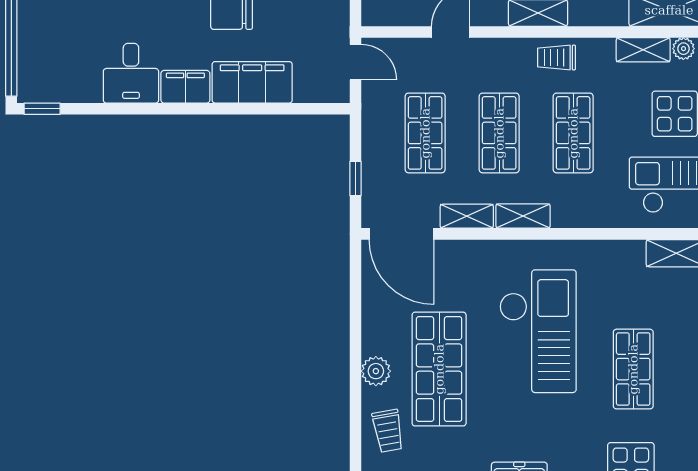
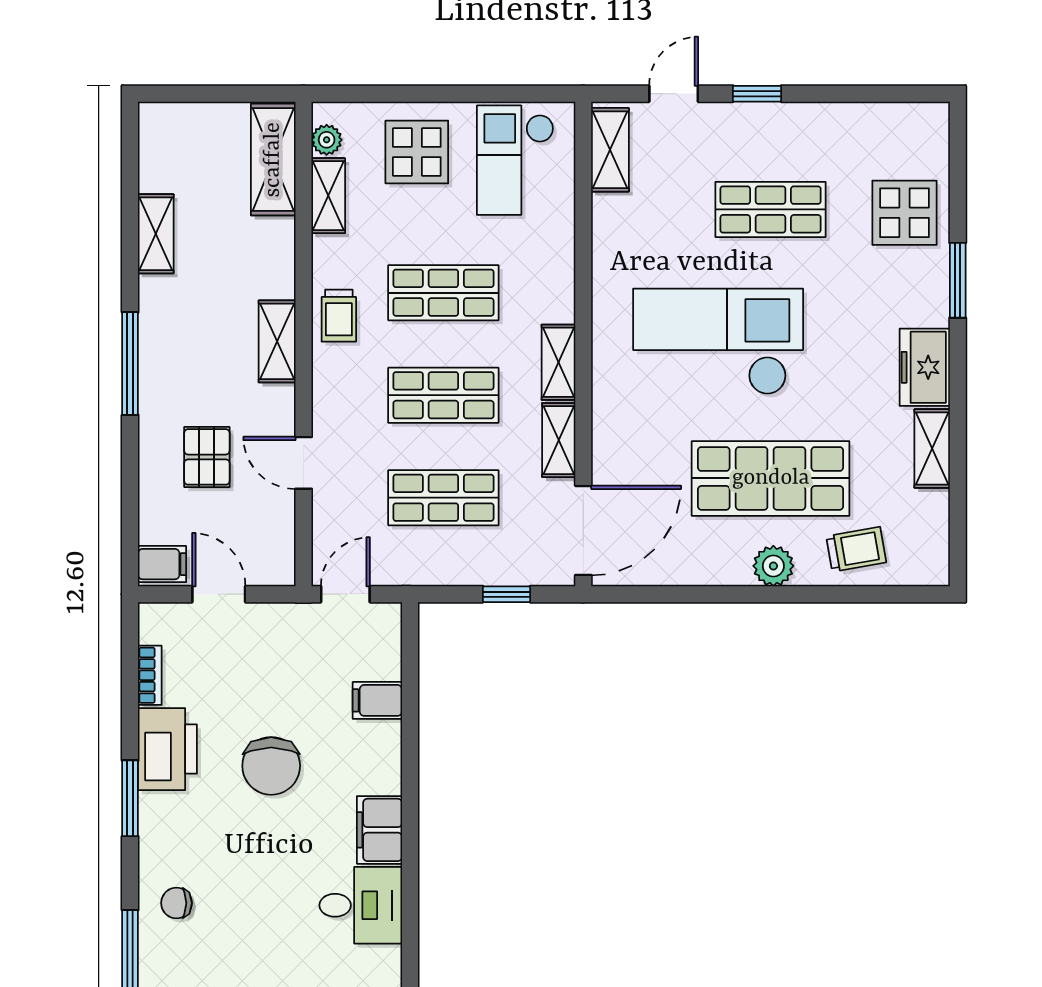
filing cabinet: (252, 82) -> (377, 700), width x0.33, depth x0.86

